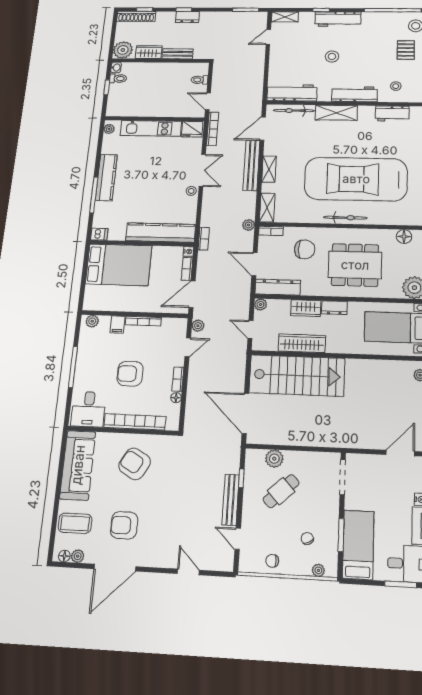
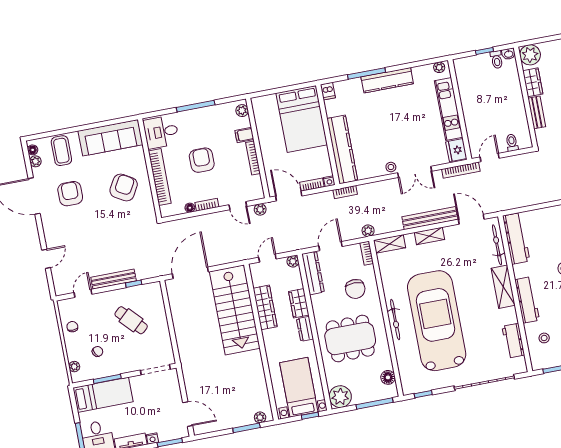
dining table: (355, 265) -> (350, 338), turned 90
plant: (274, 459) -> (157, 308), removed

